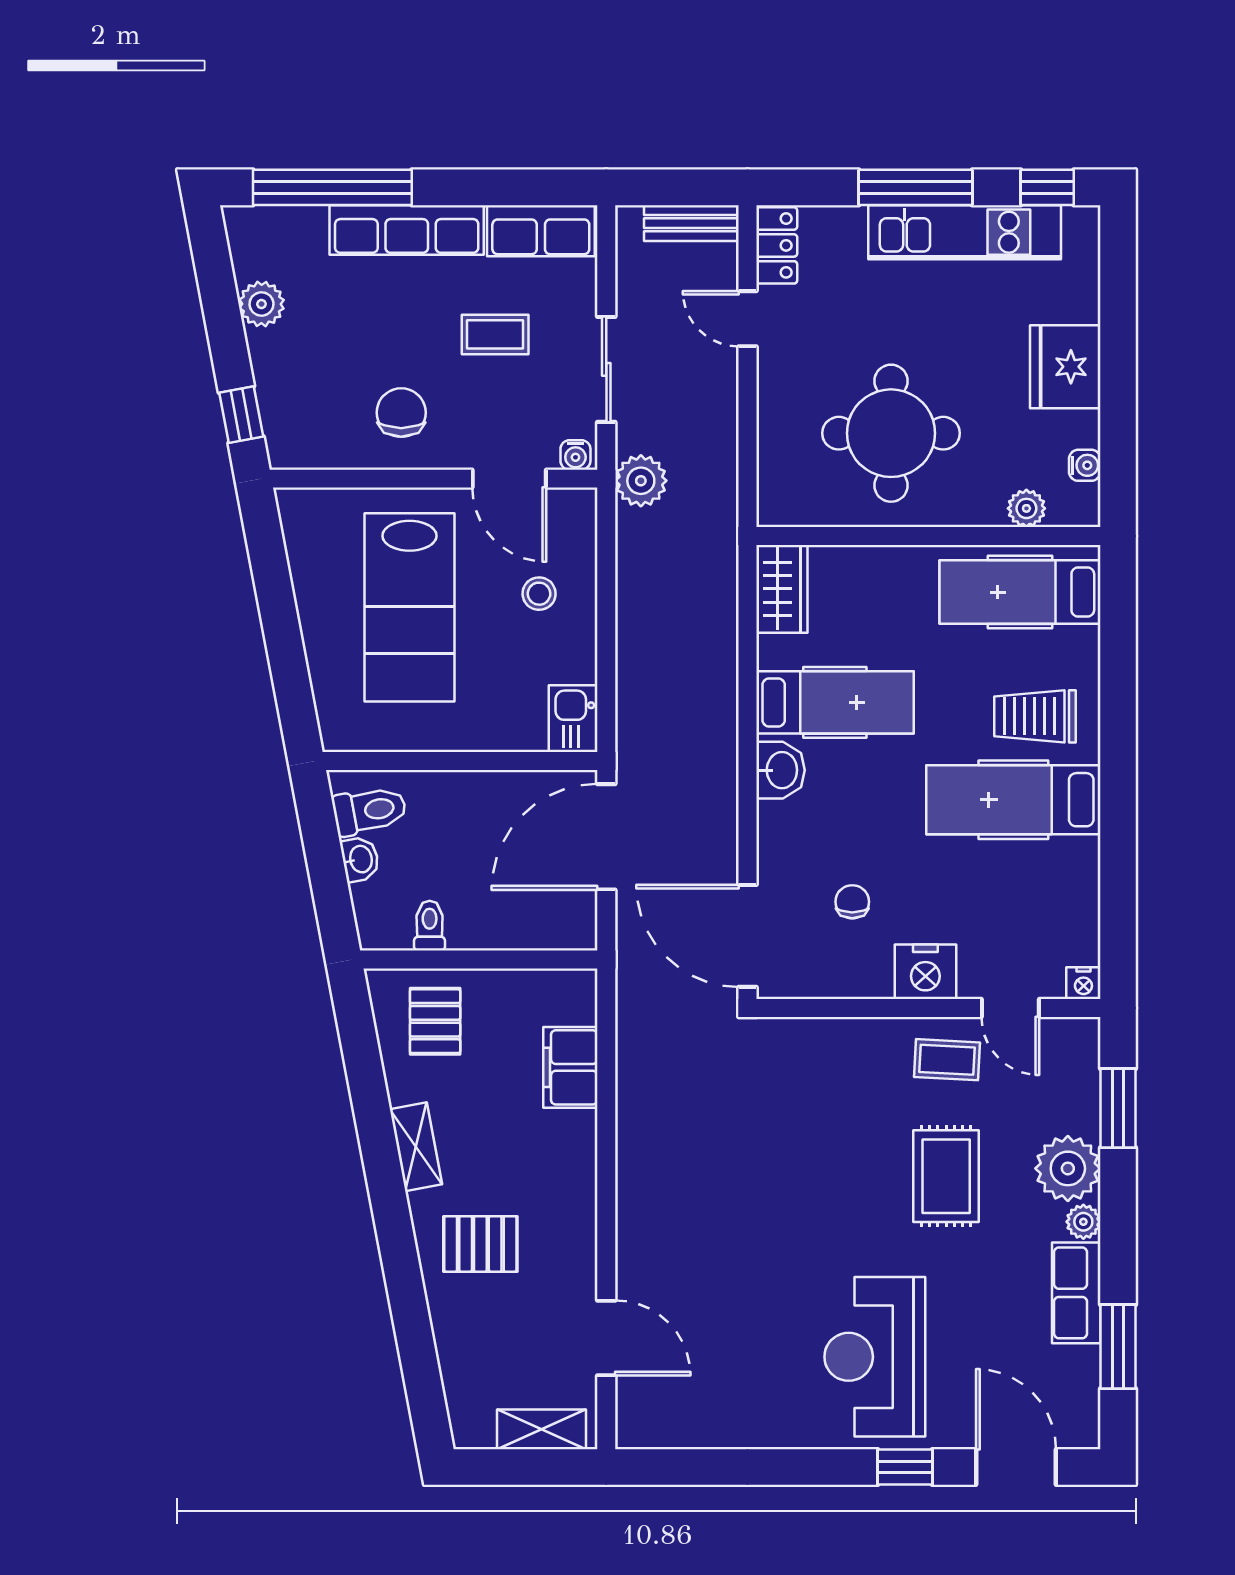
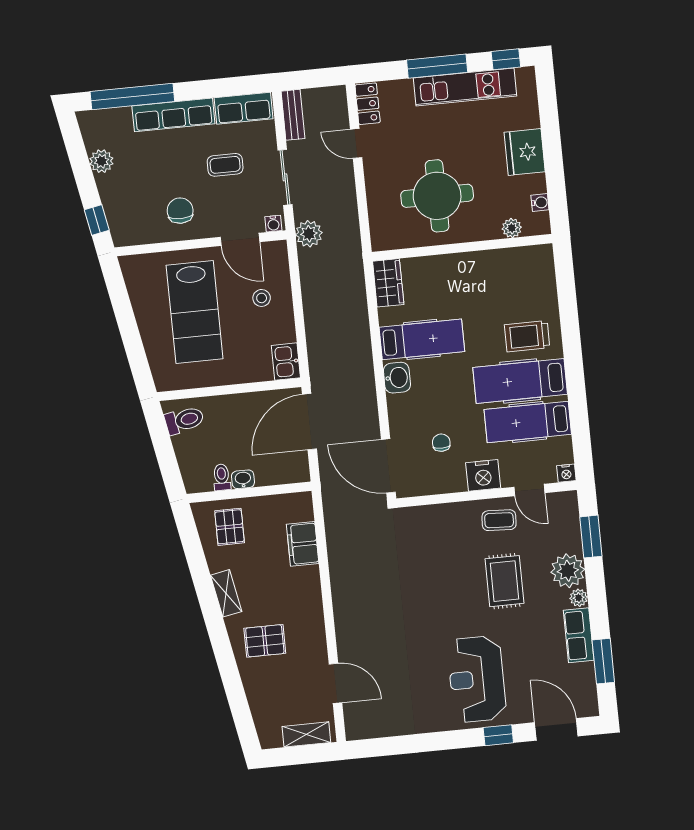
bench: (691, 223) -> (293, 115), moved, turned 90
hospital bed: (1020, 592) -> (528, 422), moved
washbasin: (360, 859) -> (243, 479), moved, turned -79

